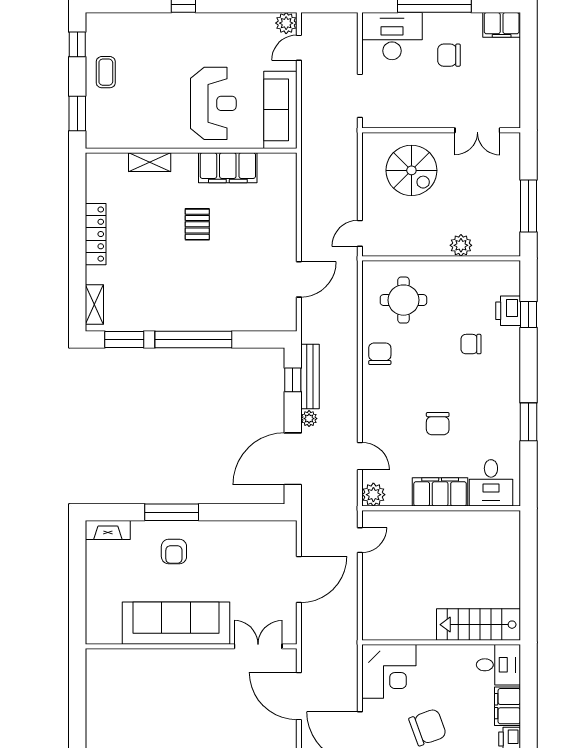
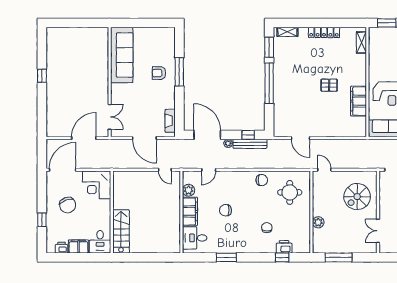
shelving: (150, 162) -> (361, 42), moved
plant: (373, 495) -> (189, 190), moved
fireplace: (108, 530) -> (170, 121), moved
sofa: (176, 623) -> (122, 55), moved

